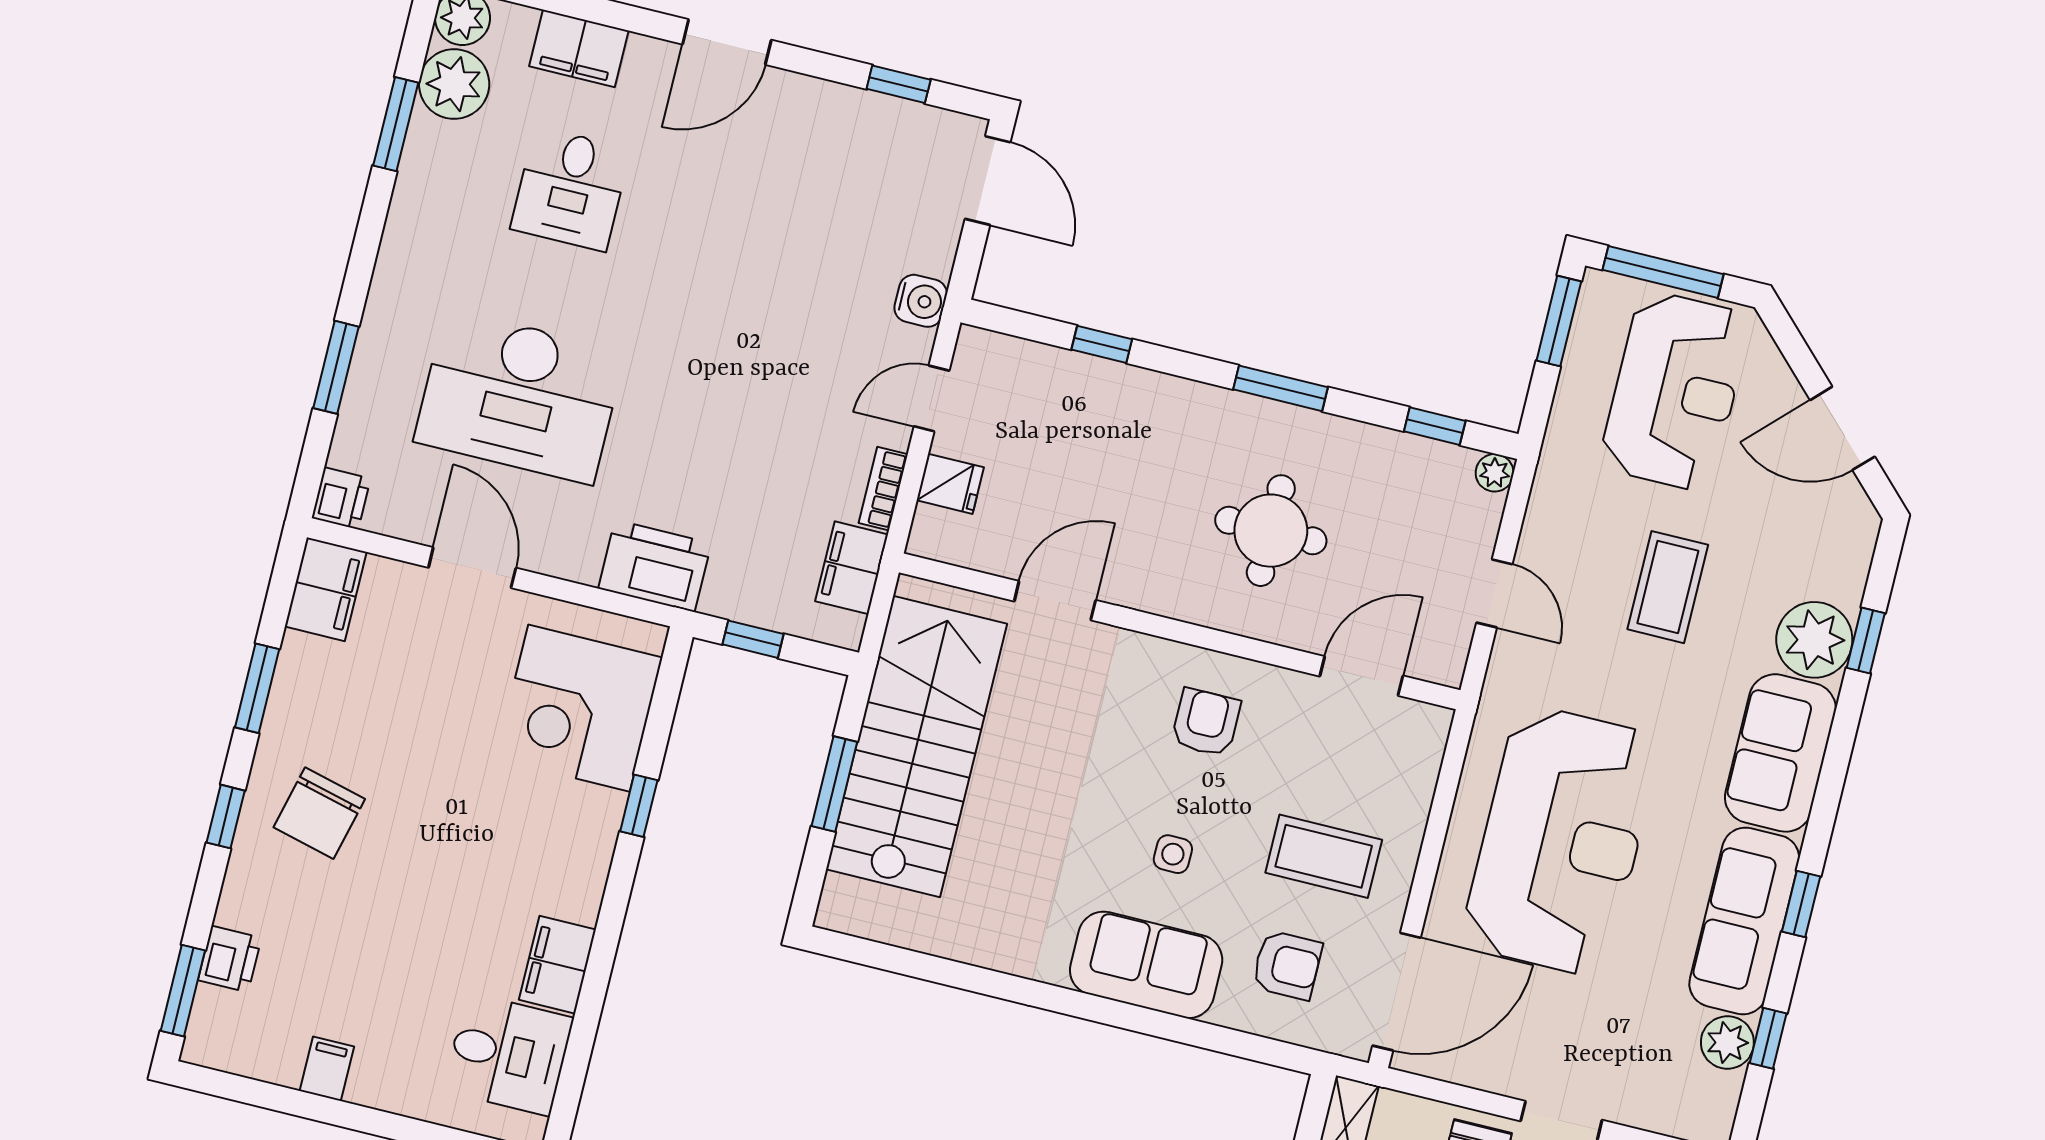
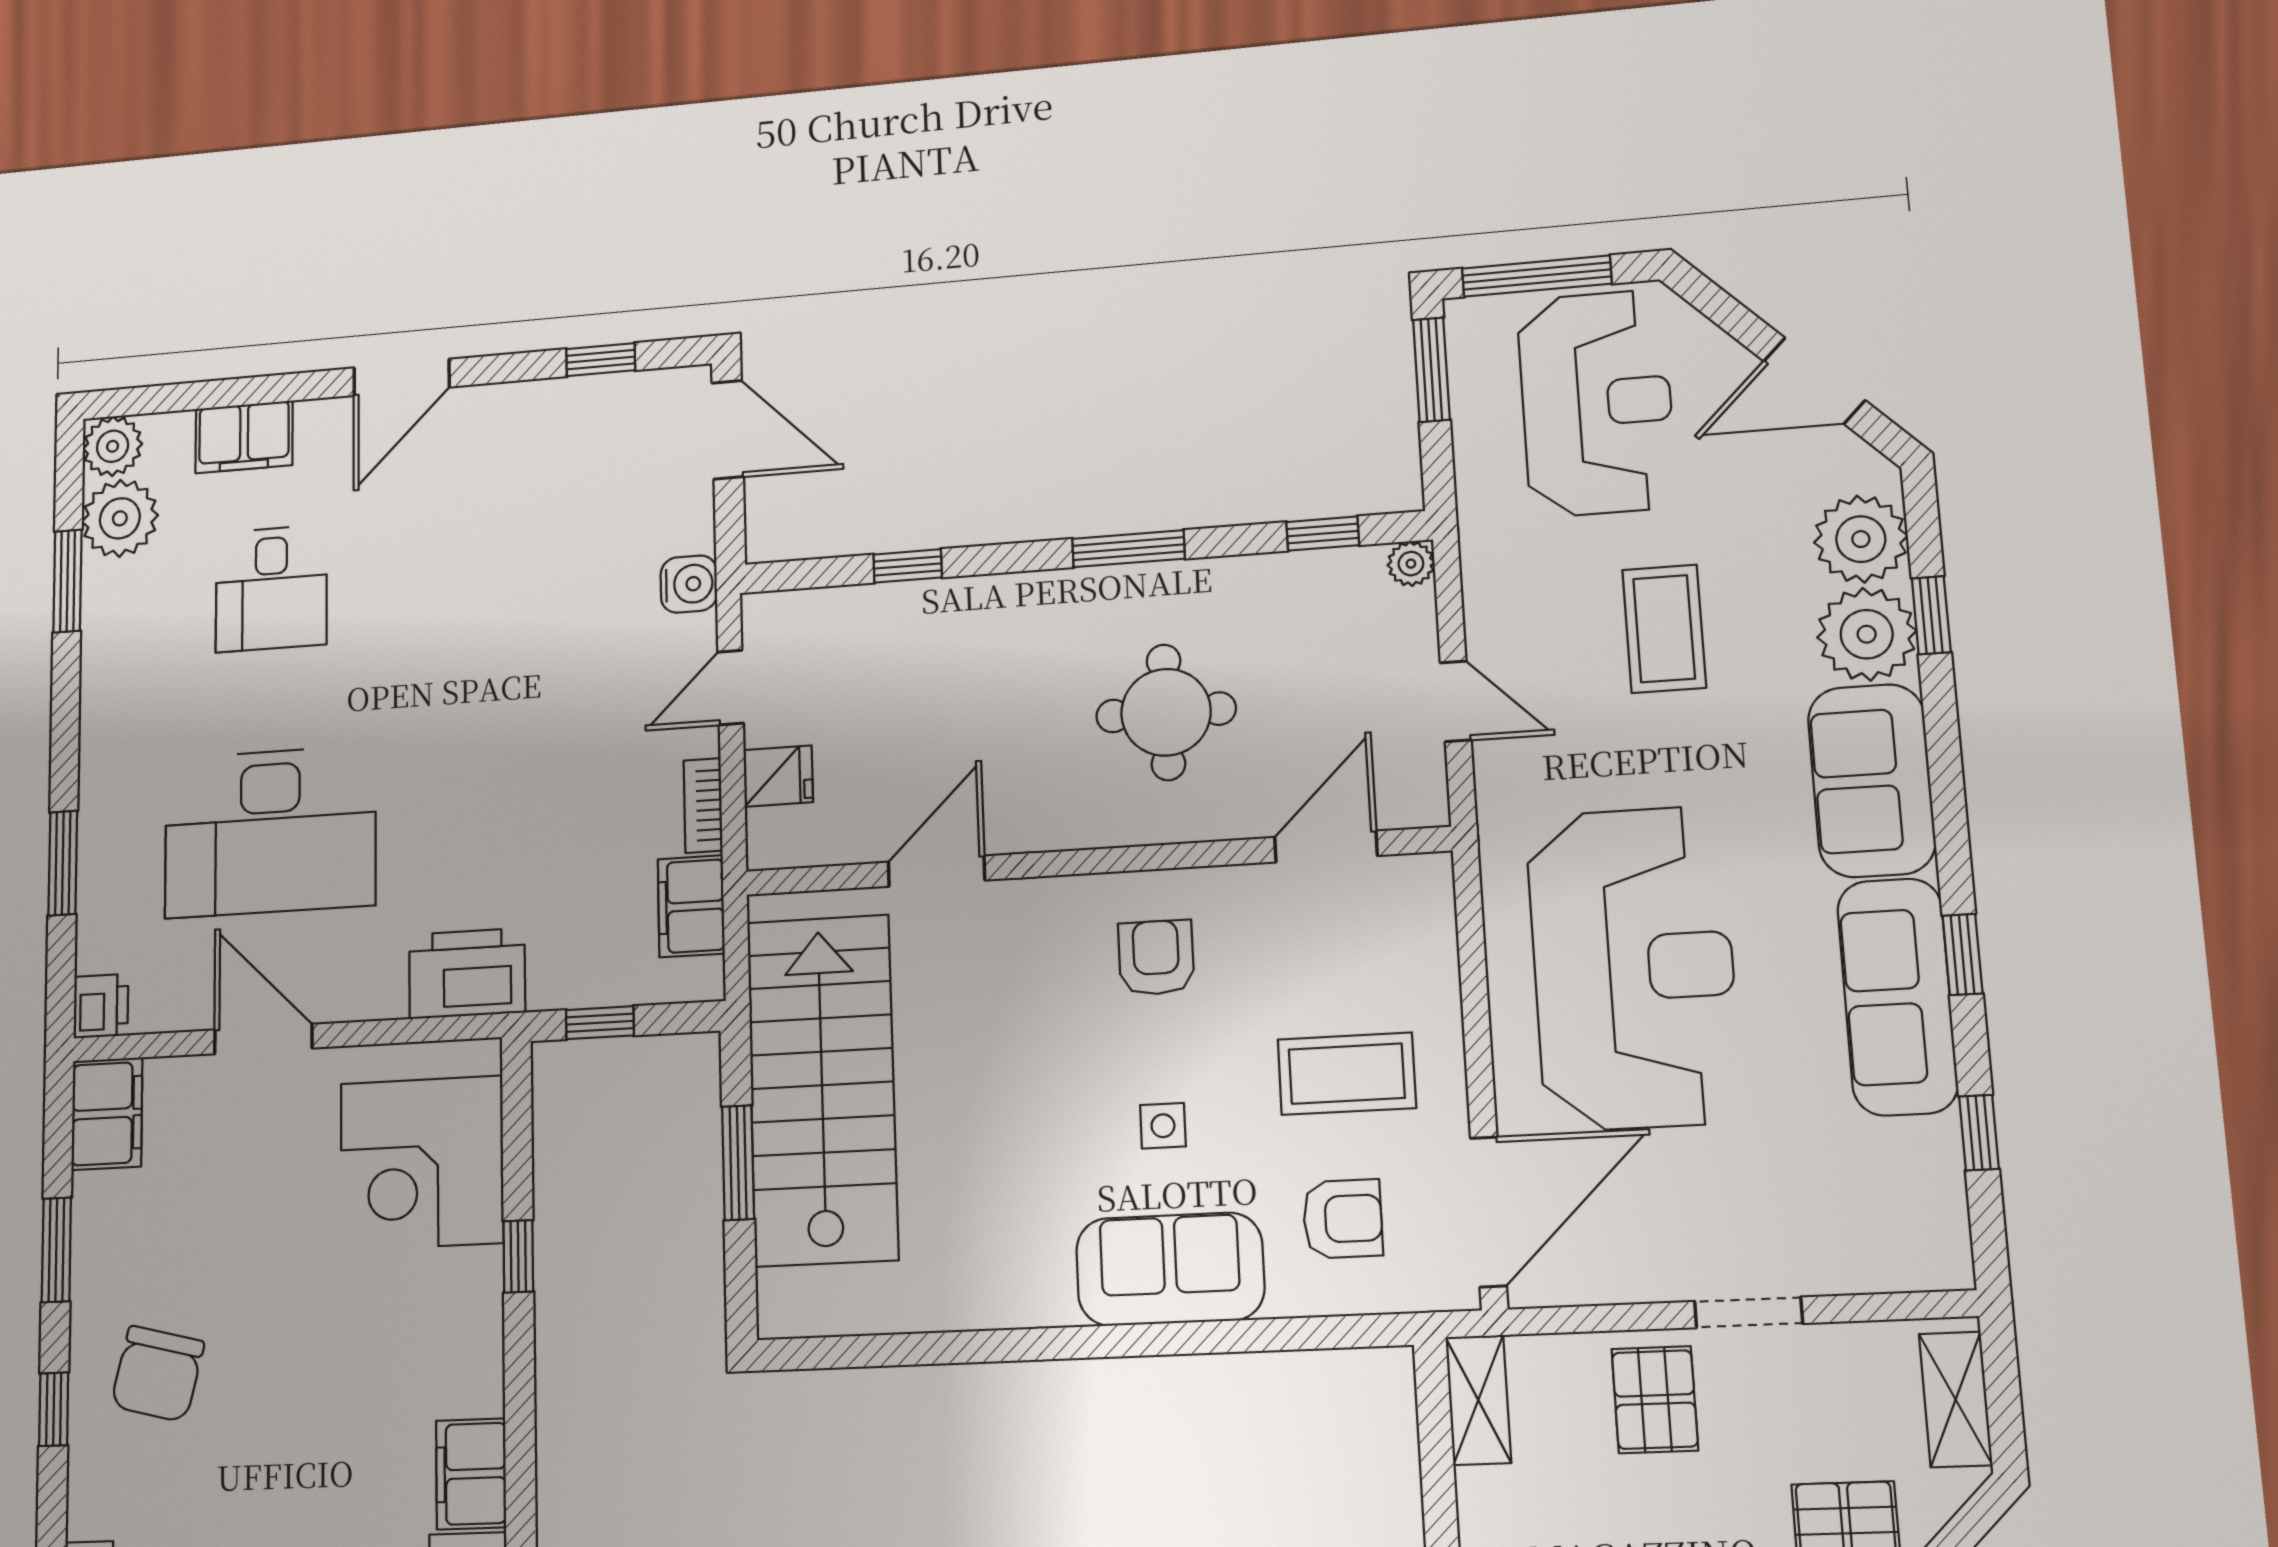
plant: (1727, 1042) -> (1861, 539), moved, width x1.36, depth x1.36

